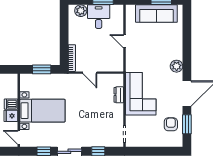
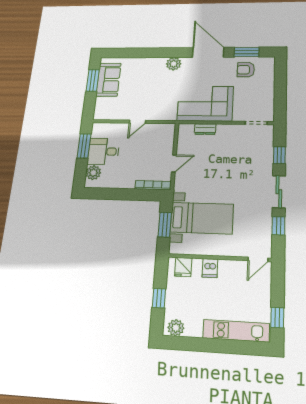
sofa: (156, 14) -> (108, 80), width x0.73
bed with nightstands: (42, 111) -> (202, 218), moved, turned 90
fridge: (11, 116) -> (183, 267), moved

